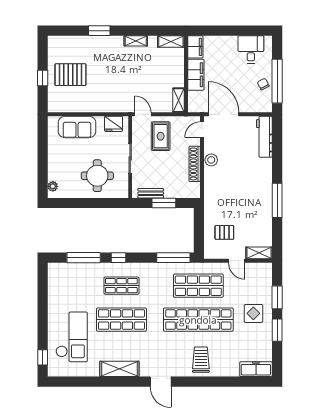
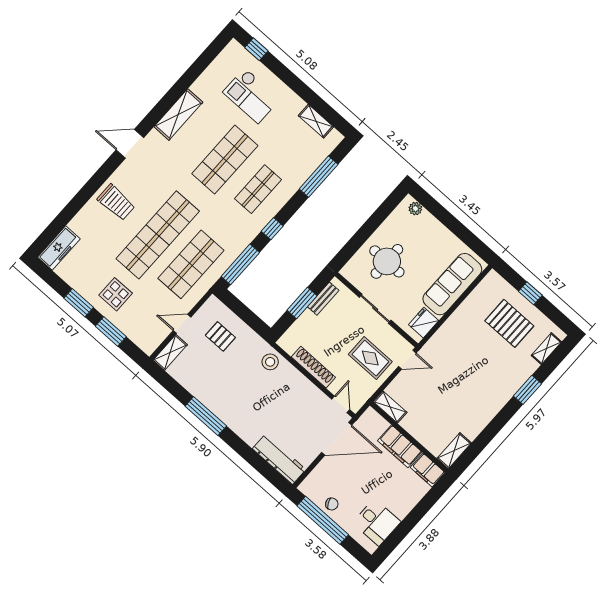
shelving: (136, 41) -> (546, 349), moved
pallet: (70, 75) -> (509, 323), turned 90
sofa: (77, 127) -> (452, 284), width x1.36
stool: (211, 160) -> (270, 362), moved
pallet: (224, 232) -> (220, 336), turned 90
window: (118, 258) -> (272, 229), moved
shelving: (53, 287) -> (316, 121), added
checkout: (72, 337) -> (251, 96), width x0.73, depth x0.83

